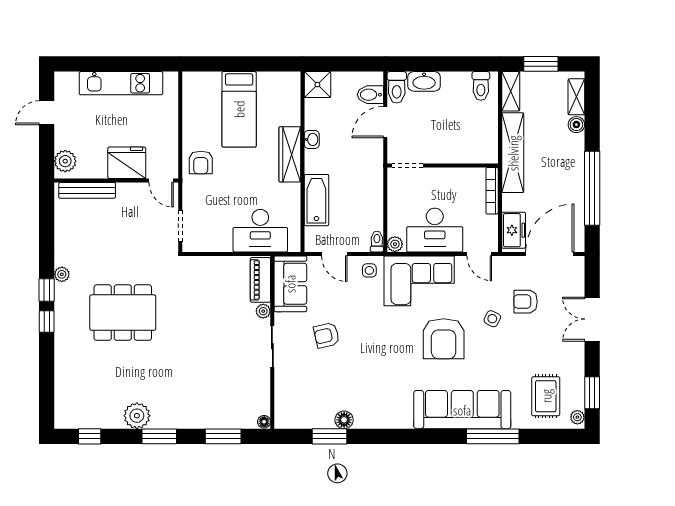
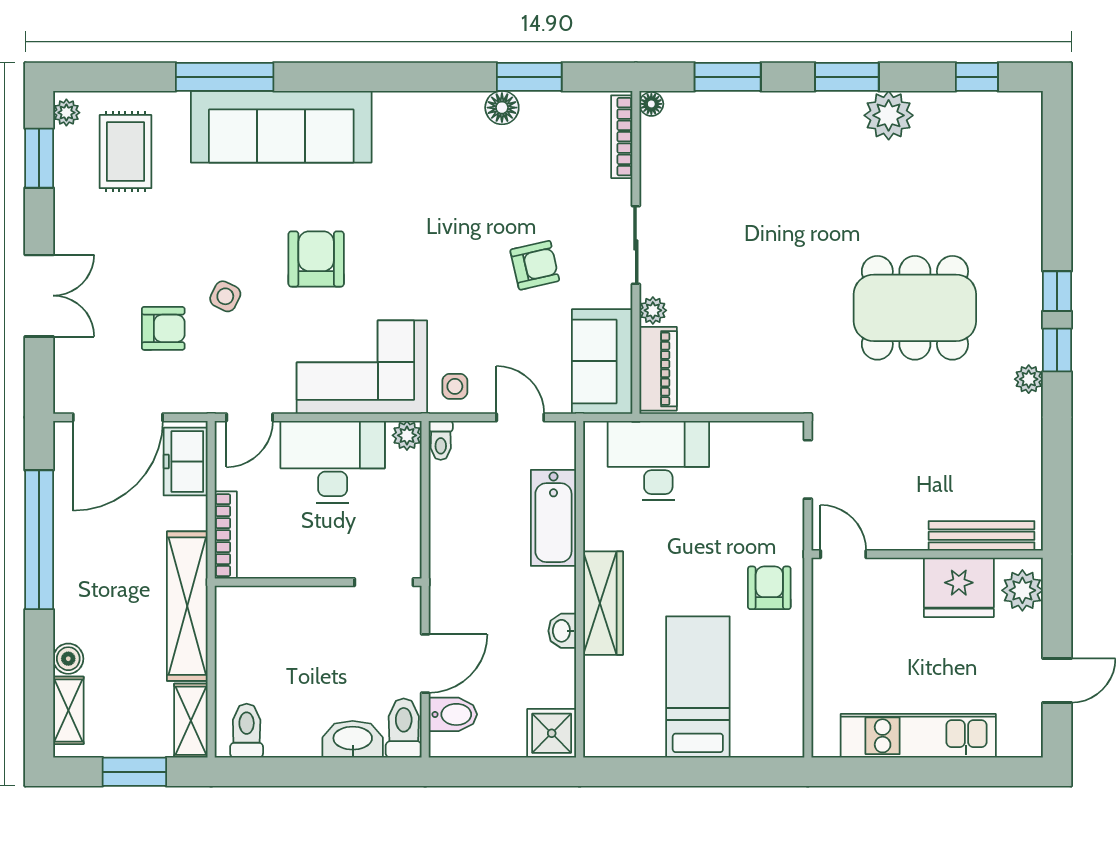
fridge: (127, 163) -> (959, 587), moved
door: (479, 254) -> (250, 417), swing flipped
armchair: (444, 339) -> (316, 259), width x0.73, depth x0.73
bookcase: (280, 404) -> (622, 137), added

